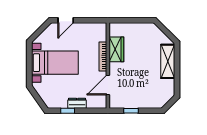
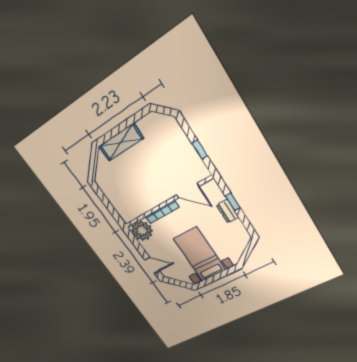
plant: (97, 32) -> (142, 231), added
wardrobe: (116, 49) -> (146, 203), removed
window: (68, 111) -> (233, 202), moved

